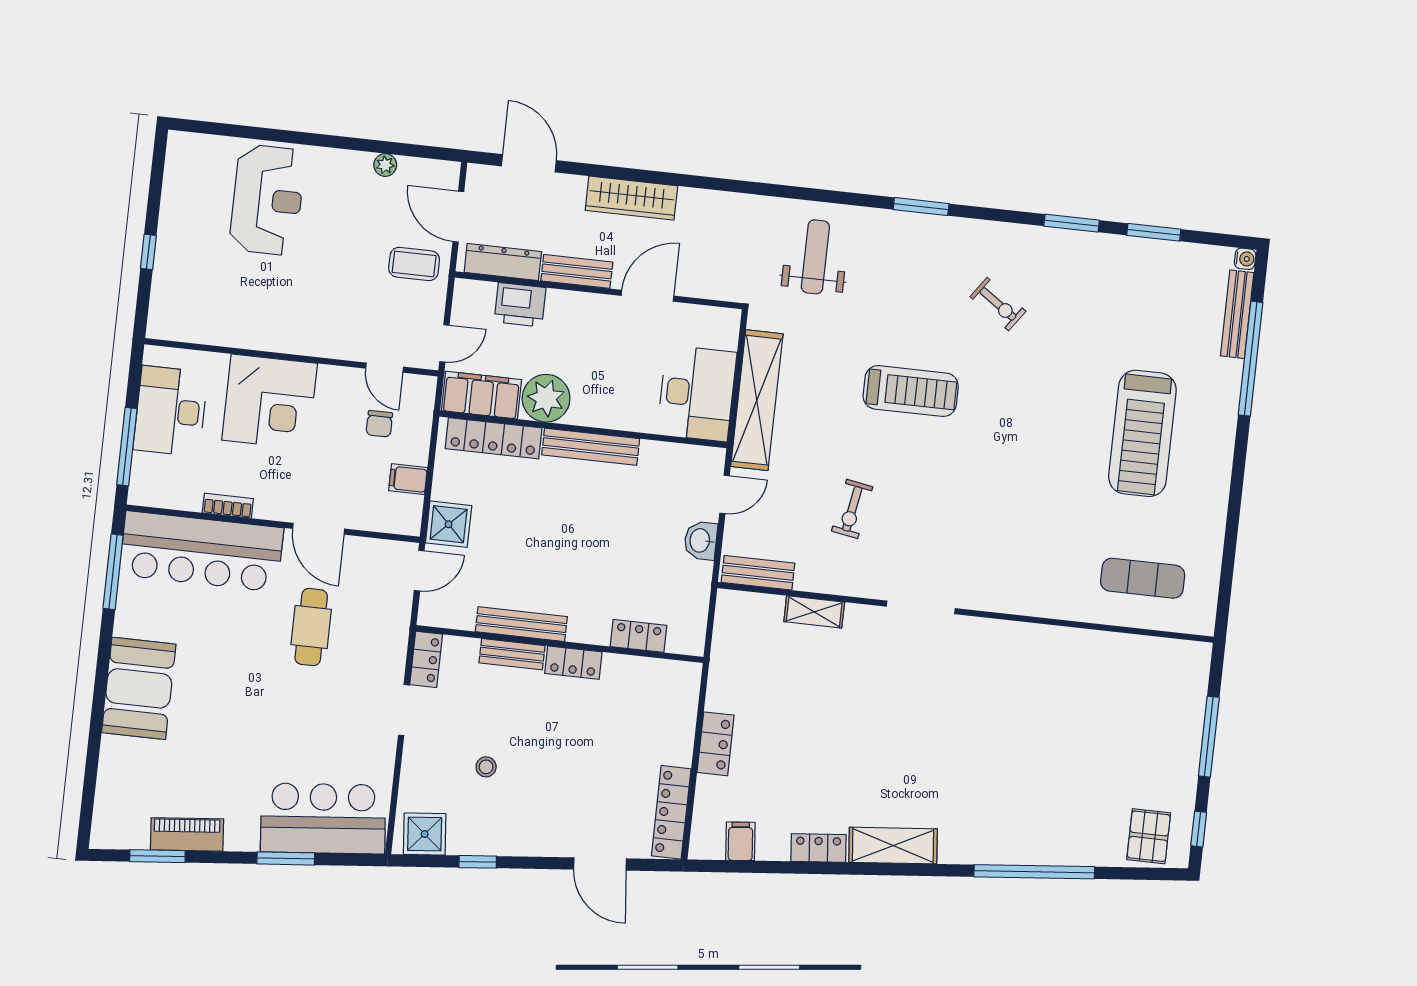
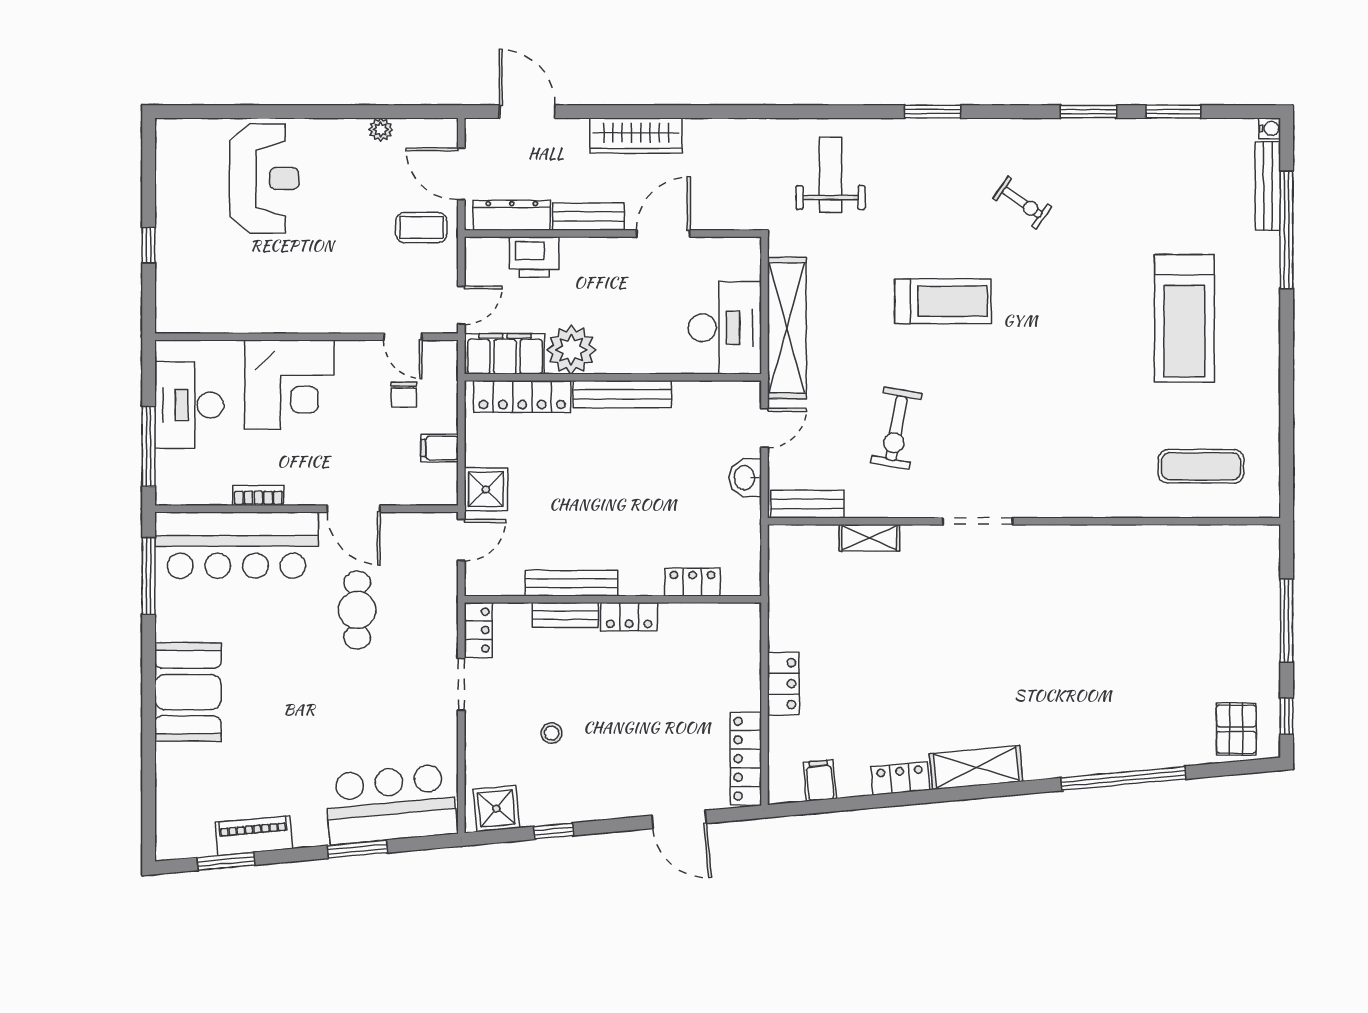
exercise bike: (852, 509) -> (896, 428), width x1.38, depth x1.39

